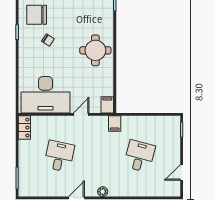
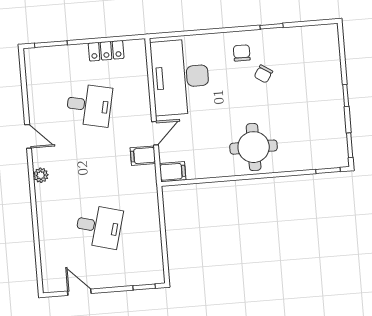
chair: (37, 15) -> (242, 53), moved, width x0.54, depth x0.54
door: (81, 114) -> (155, 133), hinge flipped
filing cabinet: (115, 123) -> (143, 156), moved
locker: (24, 128) -> (106, 51), moved

